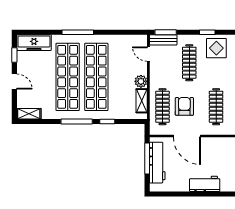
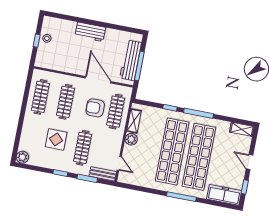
window: (166, 32) -> (87, 178), moved
display table: (216, 48) -> (56, 140), moved
armchair: (184, 106) -> (95, 108), turned 90

